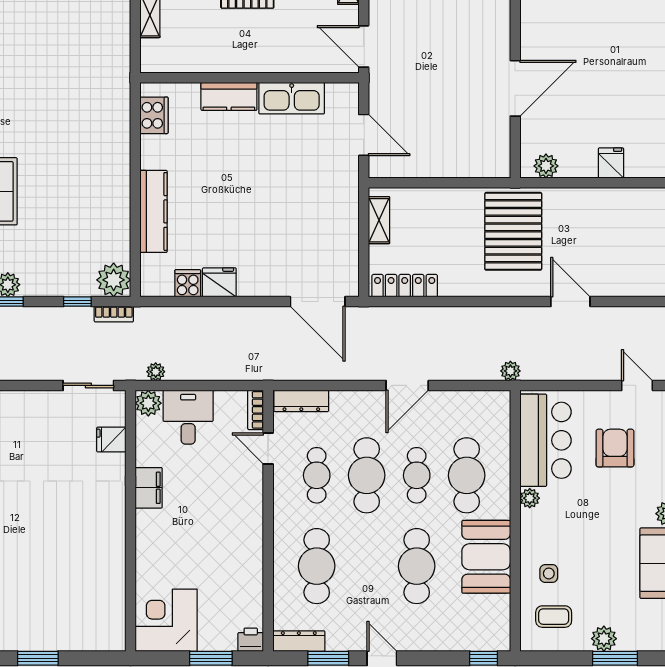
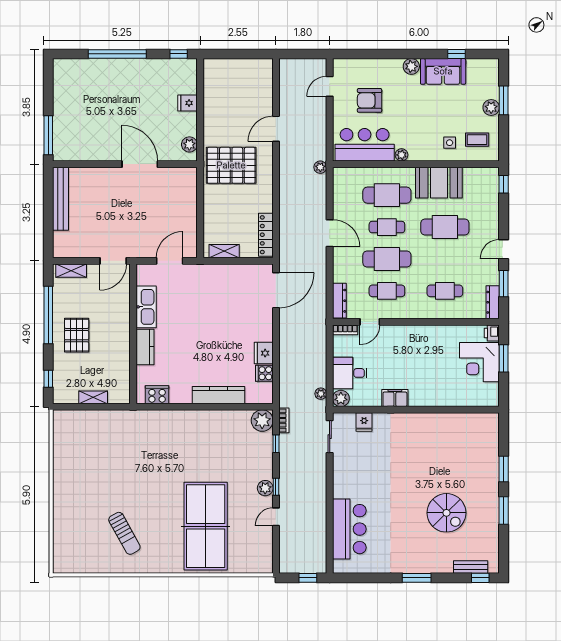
cafe table: (317, 566) -> (445, 291), width x0.73, depth x0.74
coffee table: (554, 617) -> (477, 140), turned 90
corner desk: (166, 620) -> (479, 362), moved

